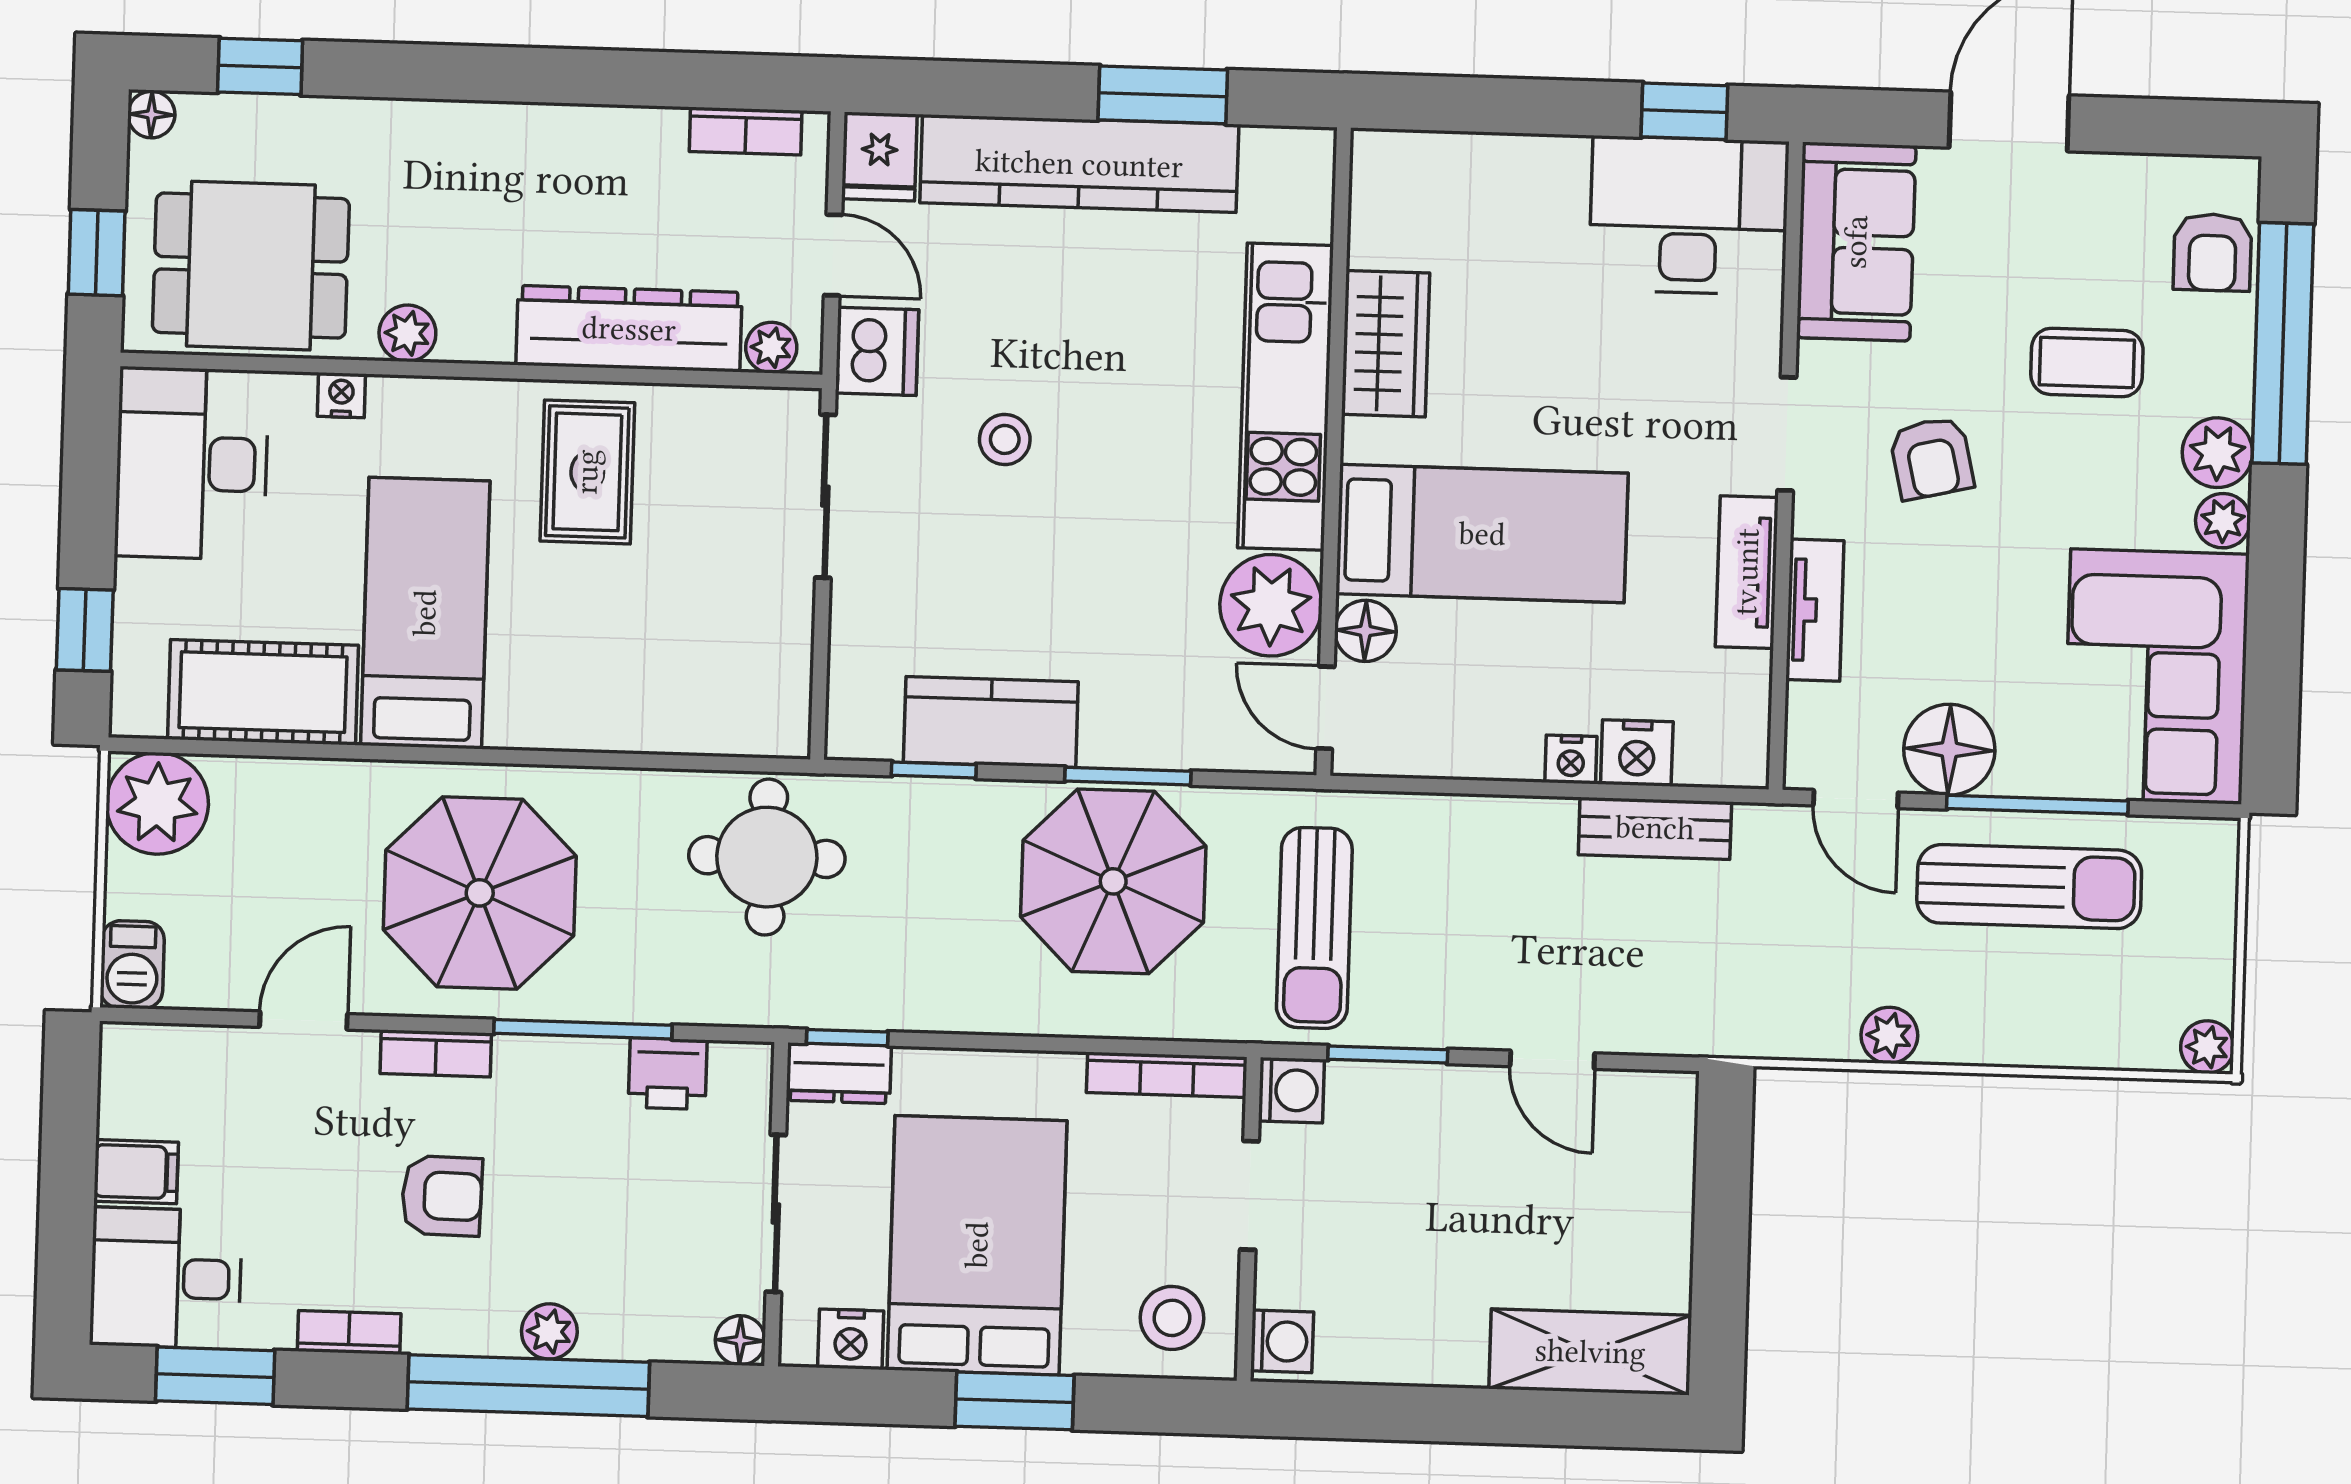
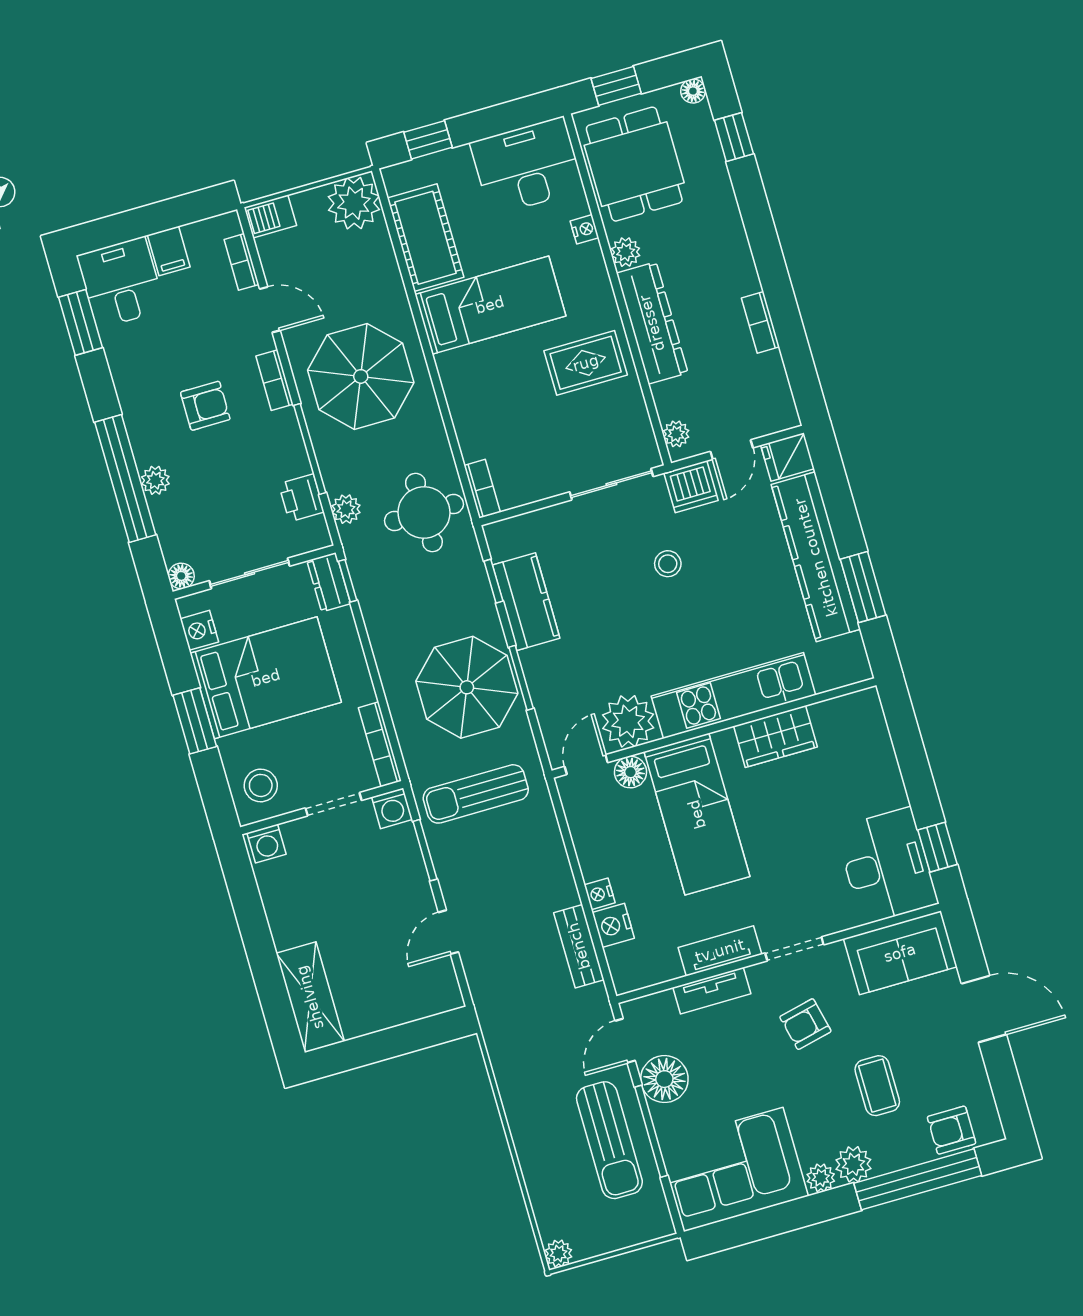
bookcase: (746, 131) -> (760, 322), moved
dresser: (629, 329) -> (652, 323), moved
bookcase: (758, 736) -> (482, 489), added
plant: (1889, 1035) -> (346, 509), moved
armchair: (442, 1196) -> (205, 406), turned -91
bookcase: (349, 1332) -> (242, 262), moved, turned 180

